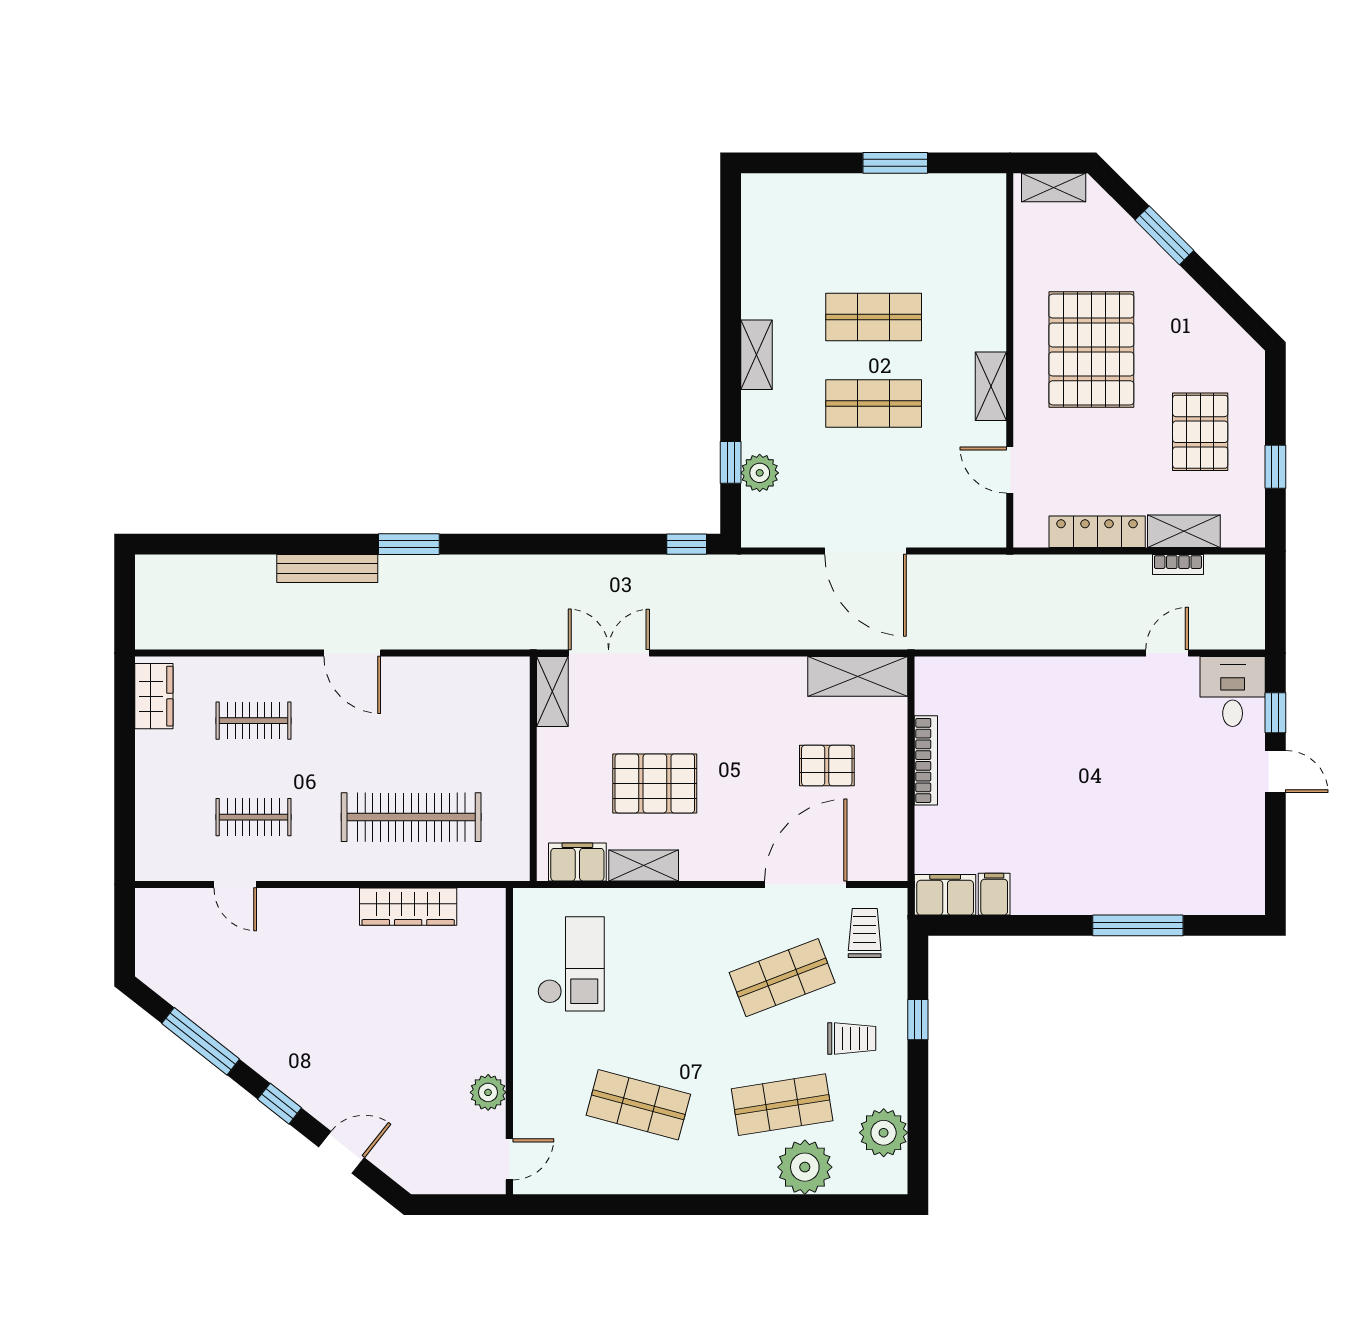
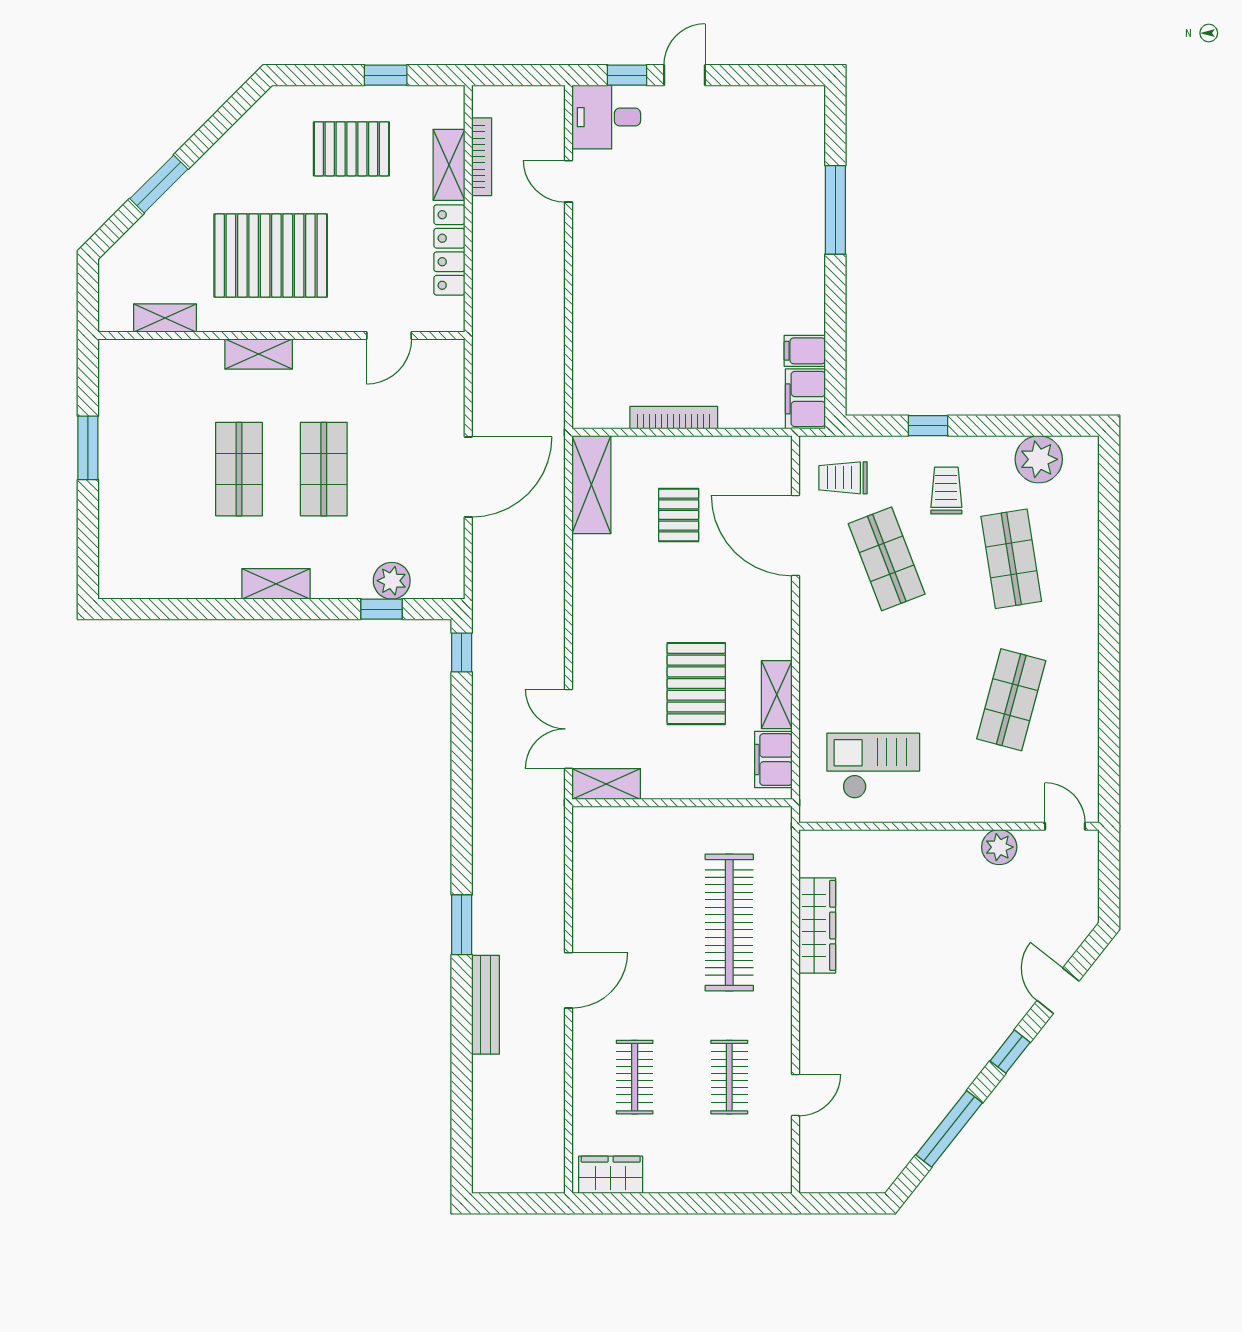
shelving: (1054, 187) -> (165, 318), moved, turned 90
shelving: (991, 386) -> (259, 354), moved
bookcase: (1178, 564) -> (482, 157), width x1.56
plant: (805, 1167) -> (1072, 537), removed

